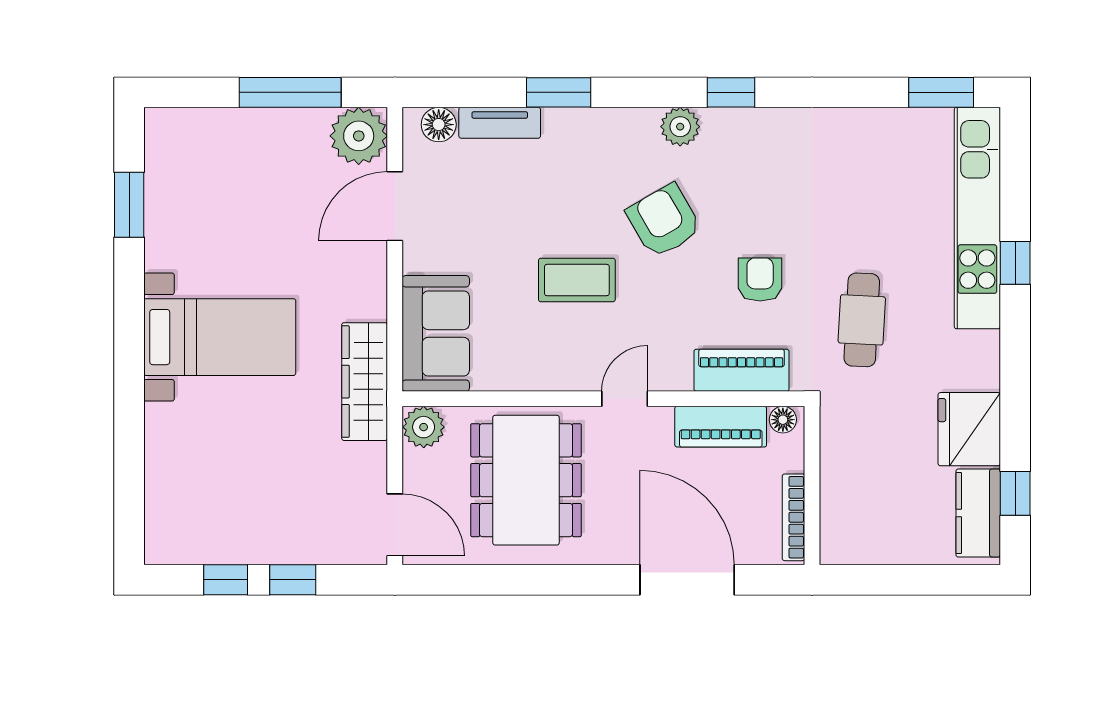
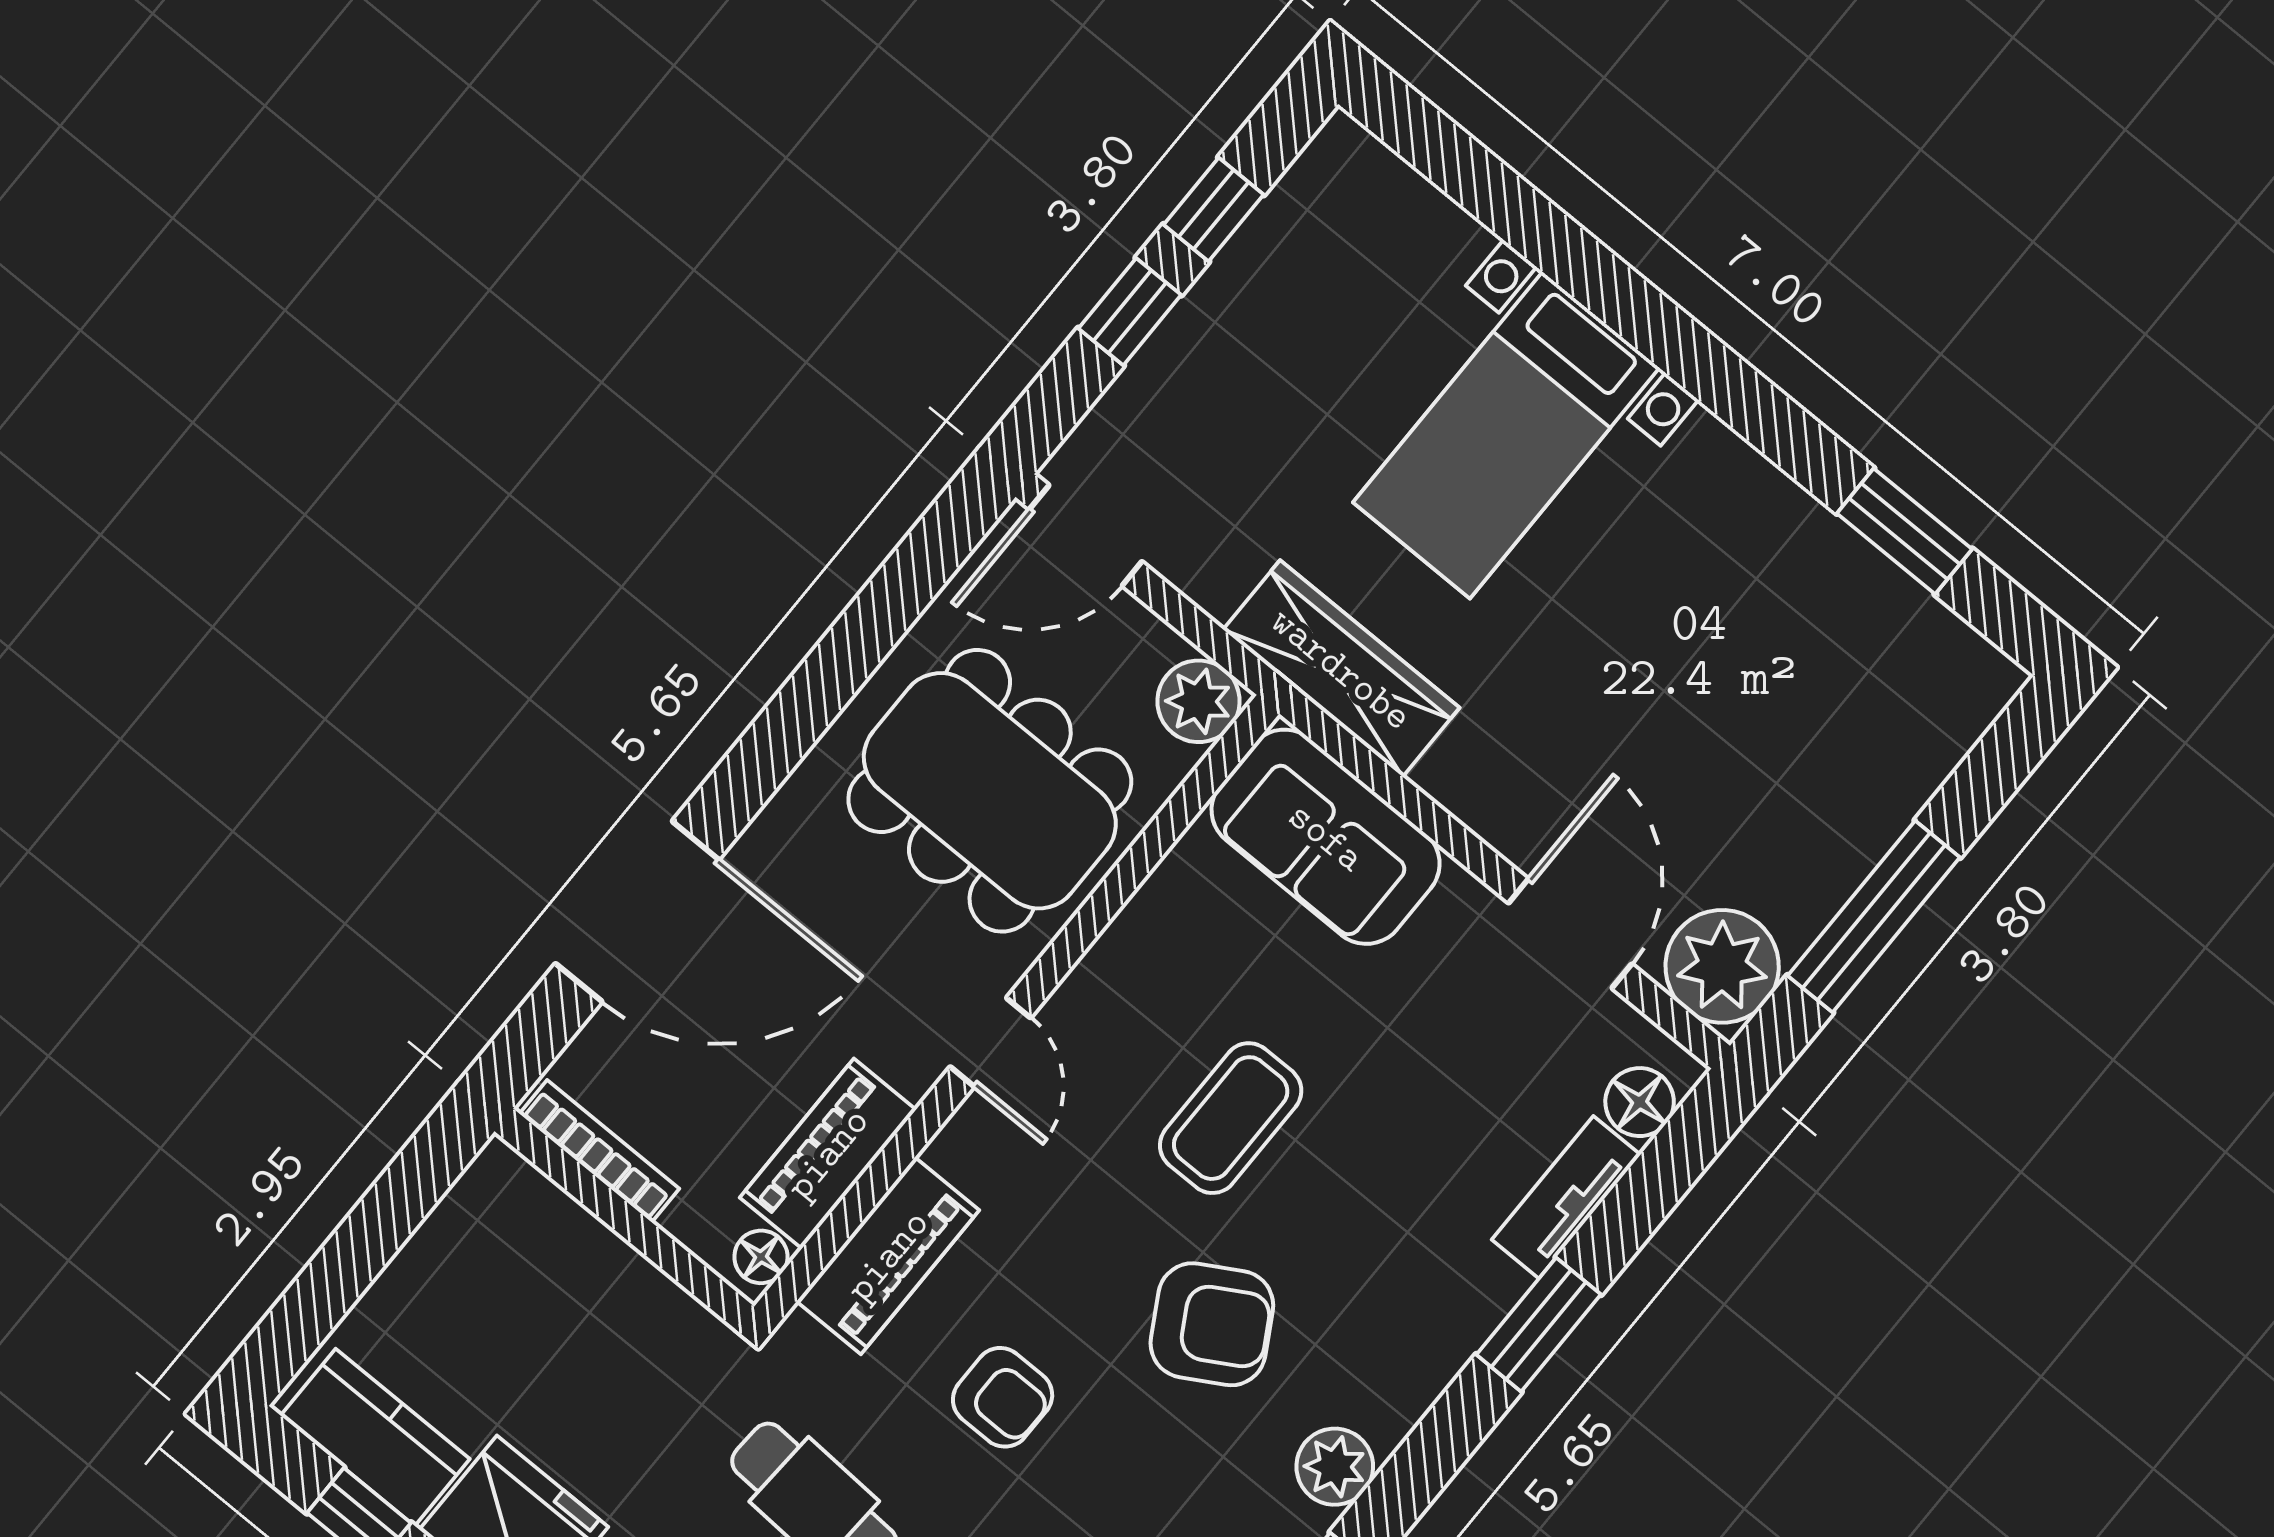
bed with nightstands: (220, 337) -> (1506, 435), moved

